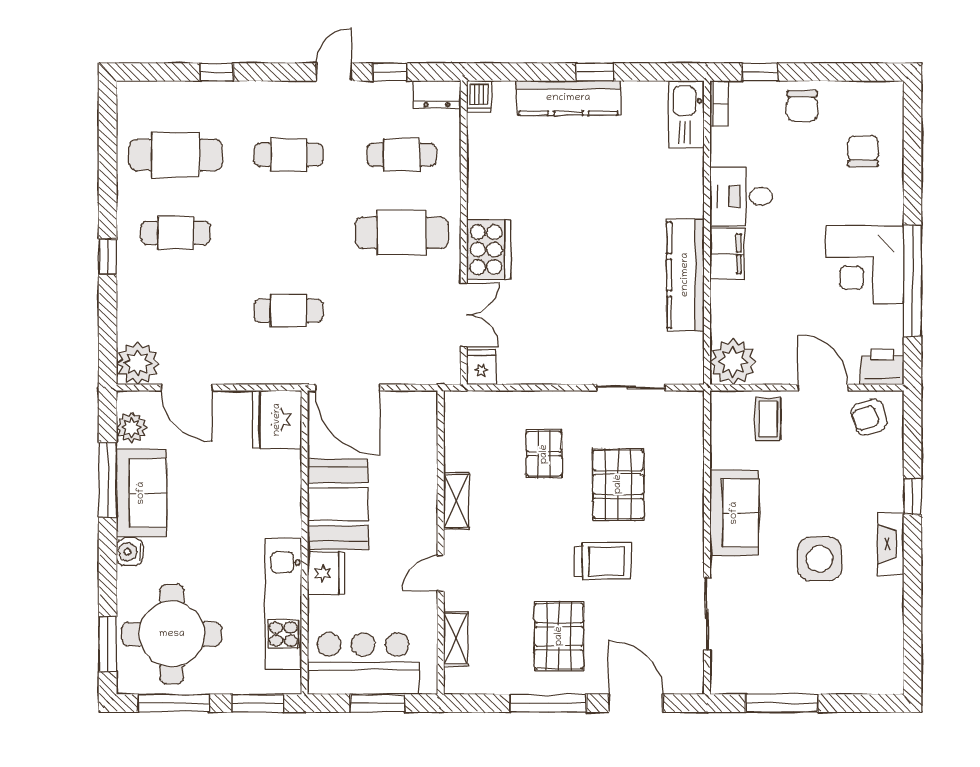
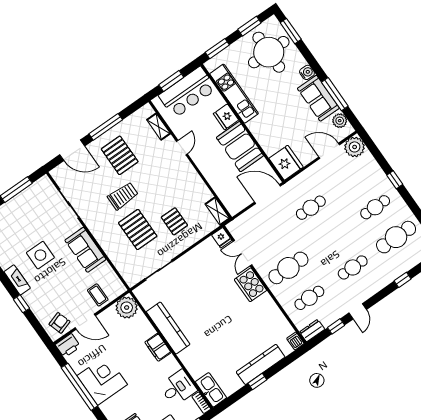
desk: (741, 197) -> (178, 388), moved
shelving: (456, 501) -> (217, 211), moved
trolley: (603, 561) -> (123, 196), turned 180
window: (174, 703) -> (249, 26), width x0.69

